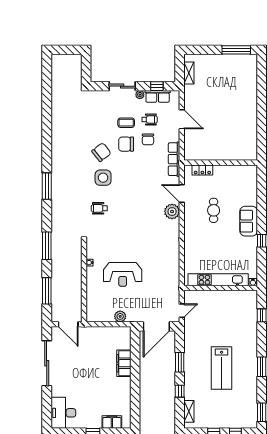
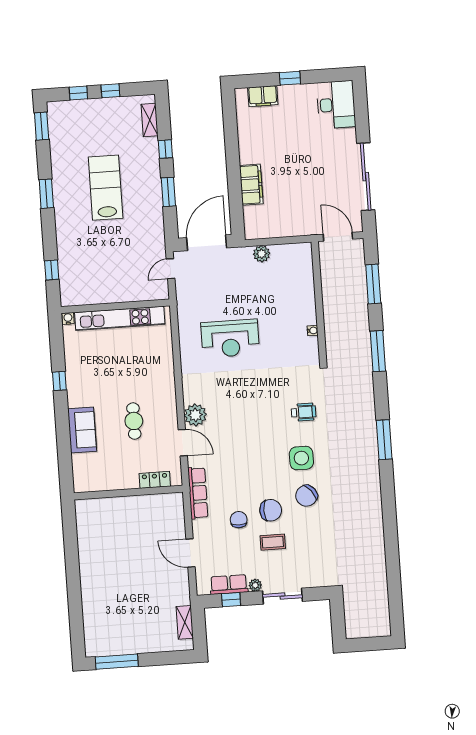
wheelchair: (150, 120) -> (238, 549), removed
sofa: (249, 221) -> (82, 430), moved
reception desk: (123, 274) -> (230, 338), moved, turned 180

